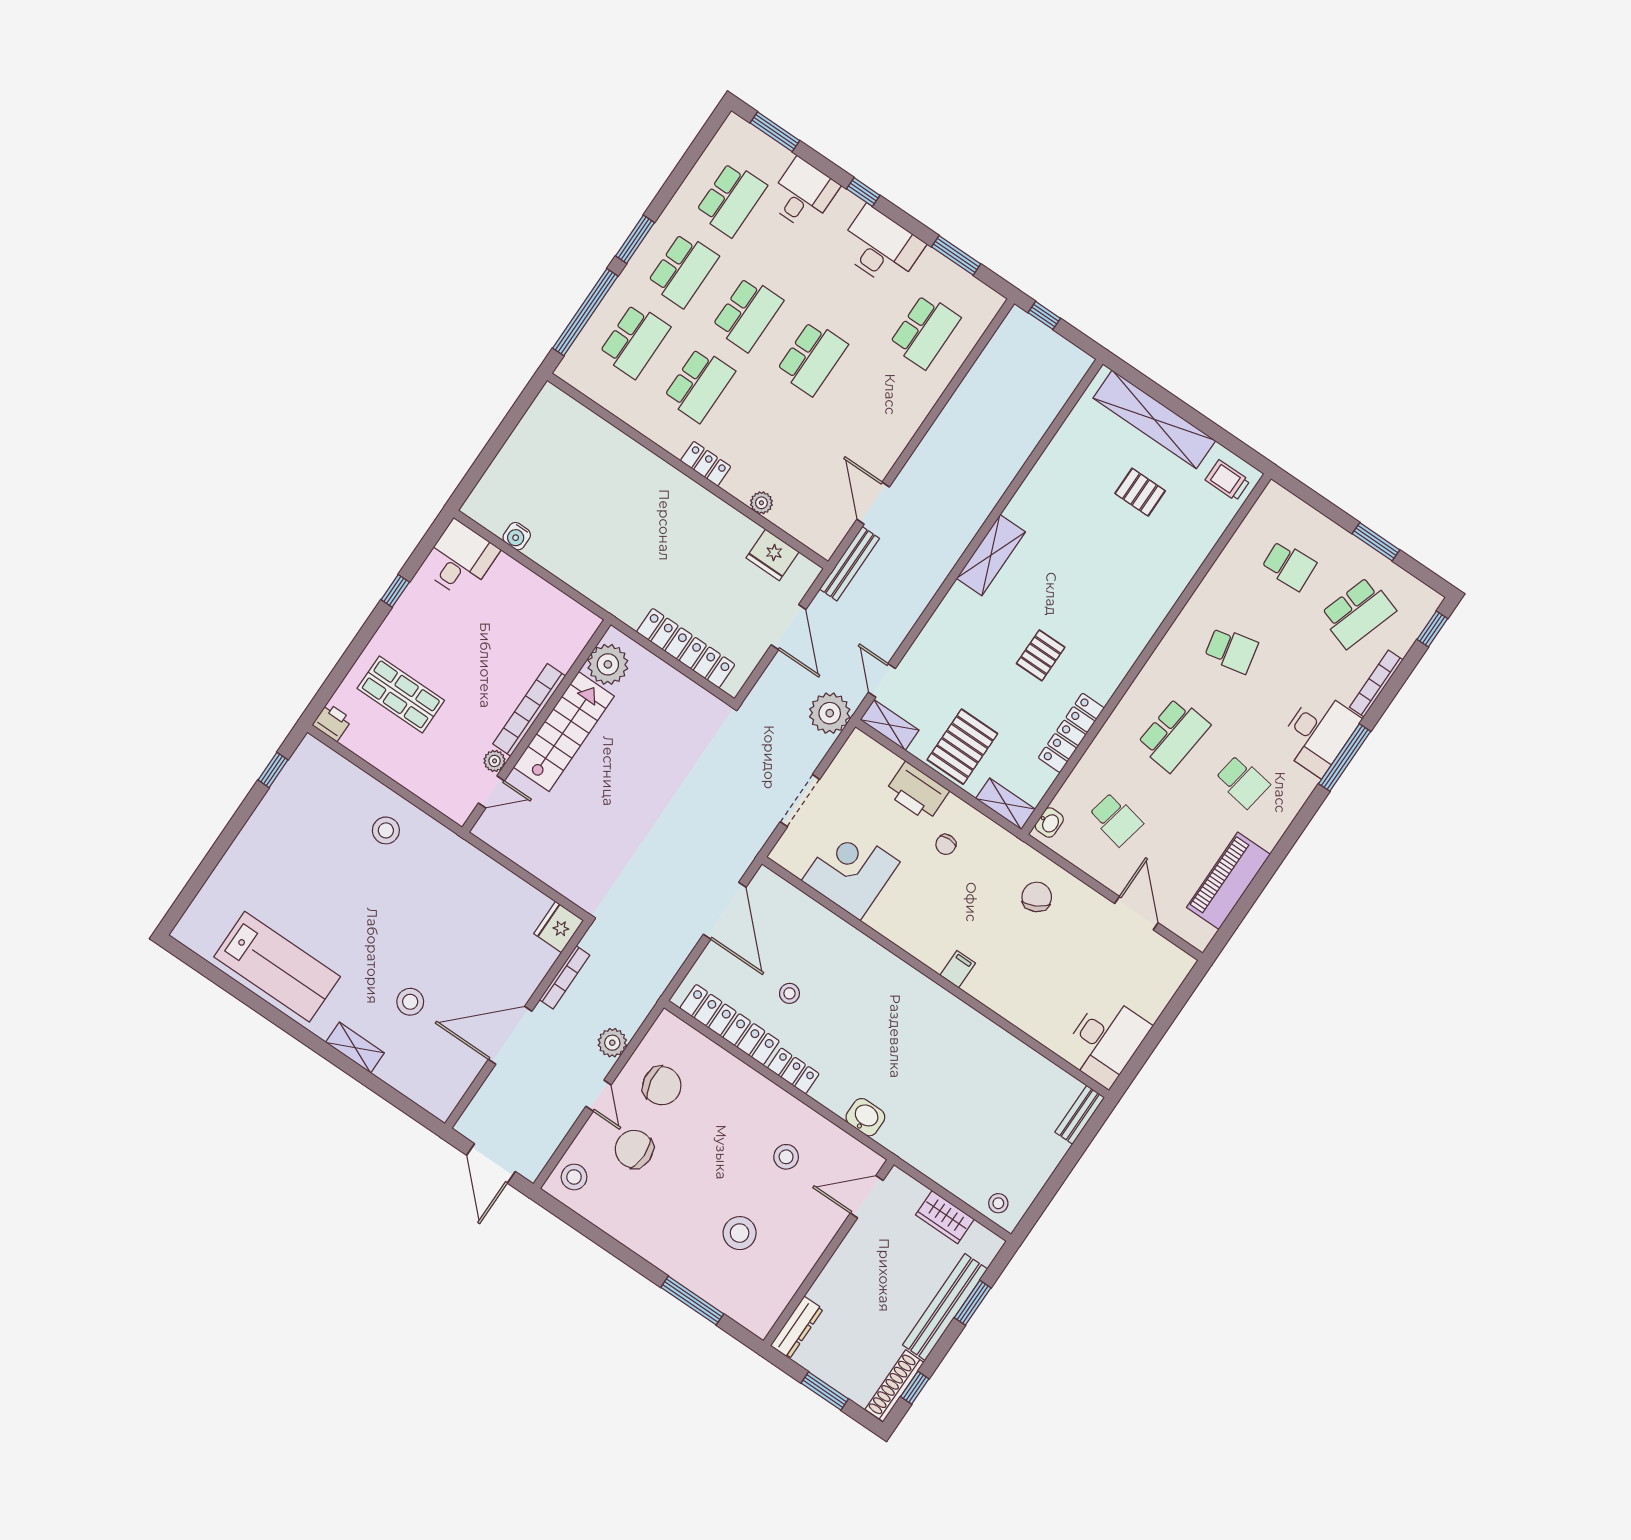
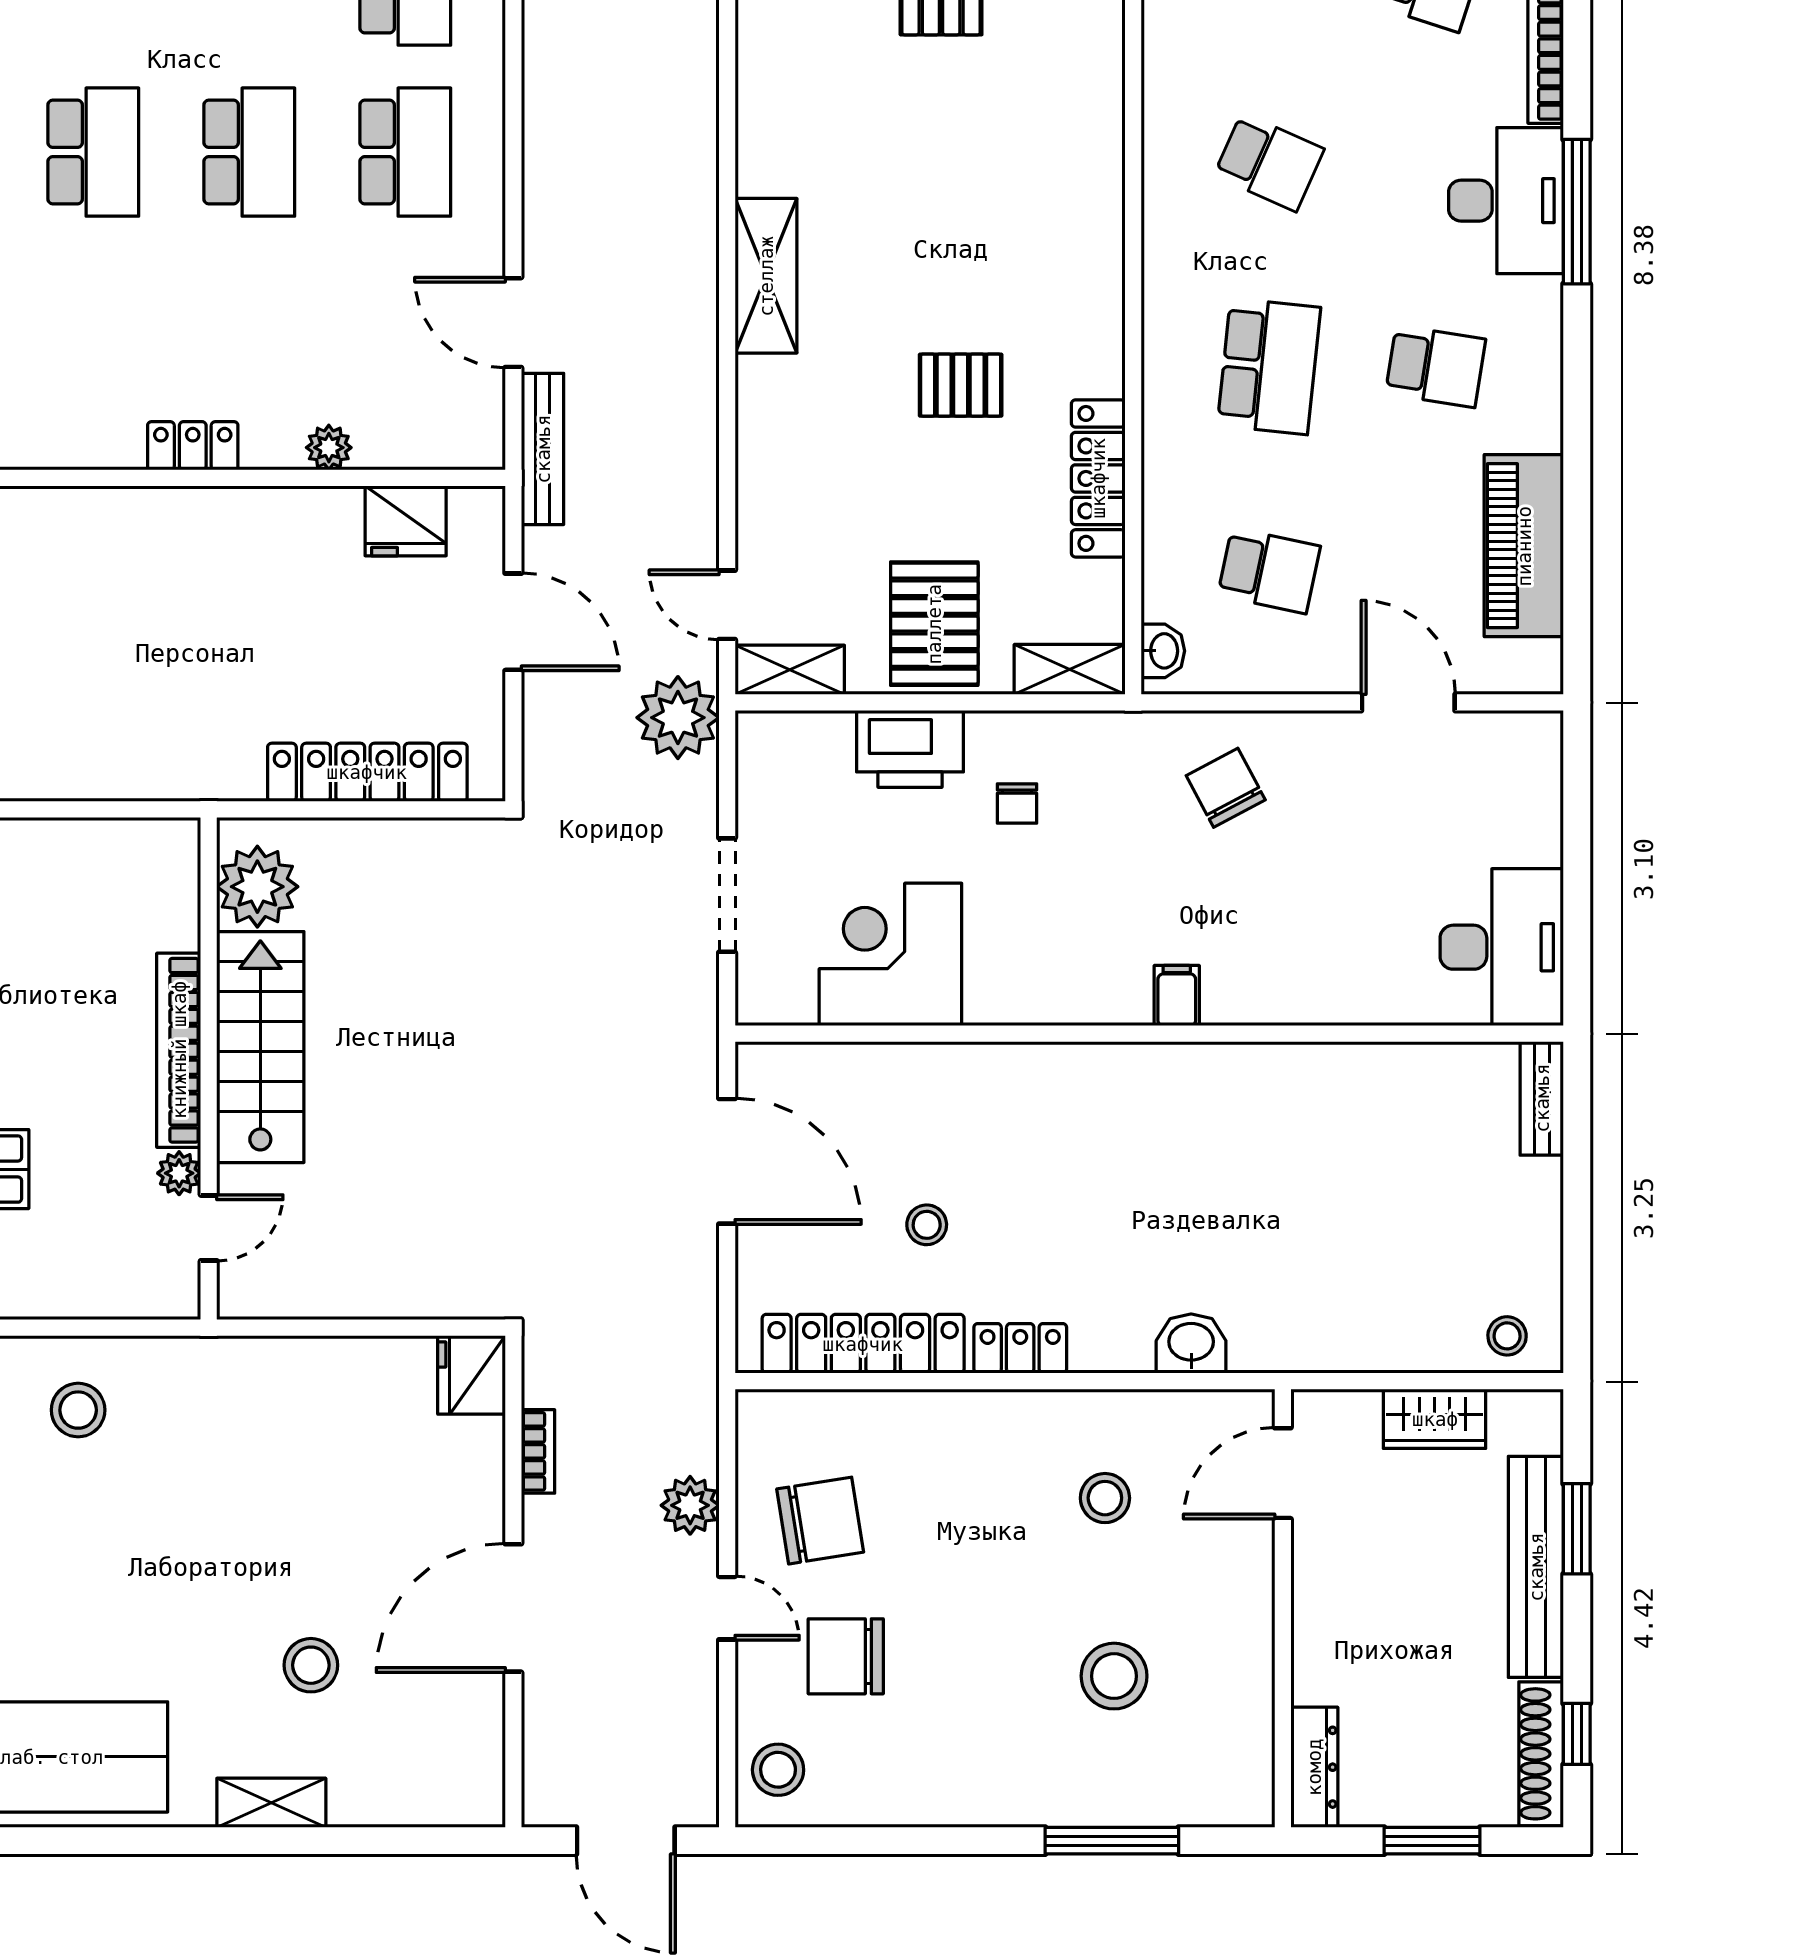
school desk: (699, 385) -> (405, 152), moved
school desk: (1231, 650) -> (1269, 162), turned 36
pallet: (1041, 655) -> (961, 385), turned 90
bookcase: (565, 977) -> (538, 1451), width x0.64

